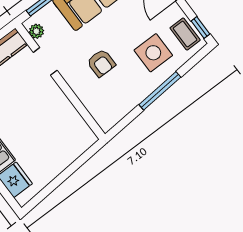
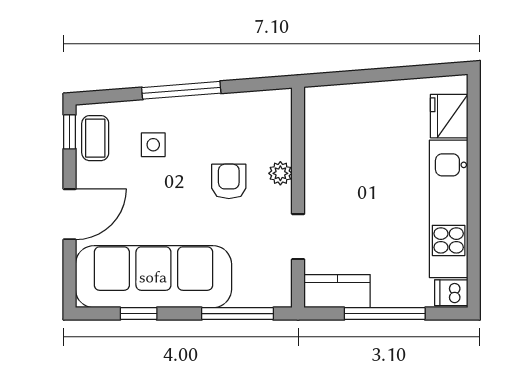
plant: (36, 31) -> (280, 173), moved
side table: (153, 53) -> (153, 145), width x0.54, depth x0.54

